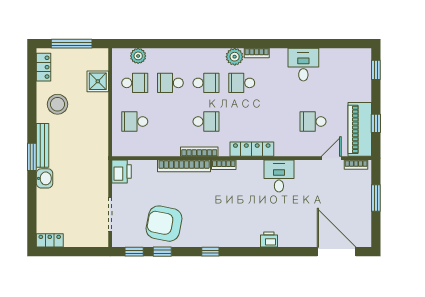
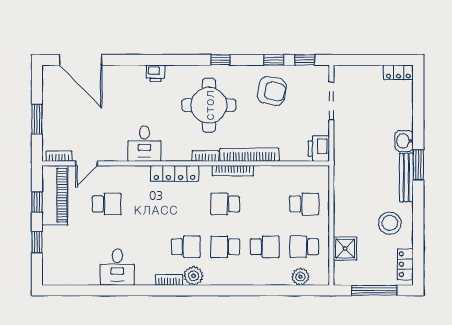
window: (376, 70) -> (37, 242), moved
round table: (221, 211) -> (209, 105), added
armchair: (164, 224) -> (272, 91), width x0.73, depth x0.73

